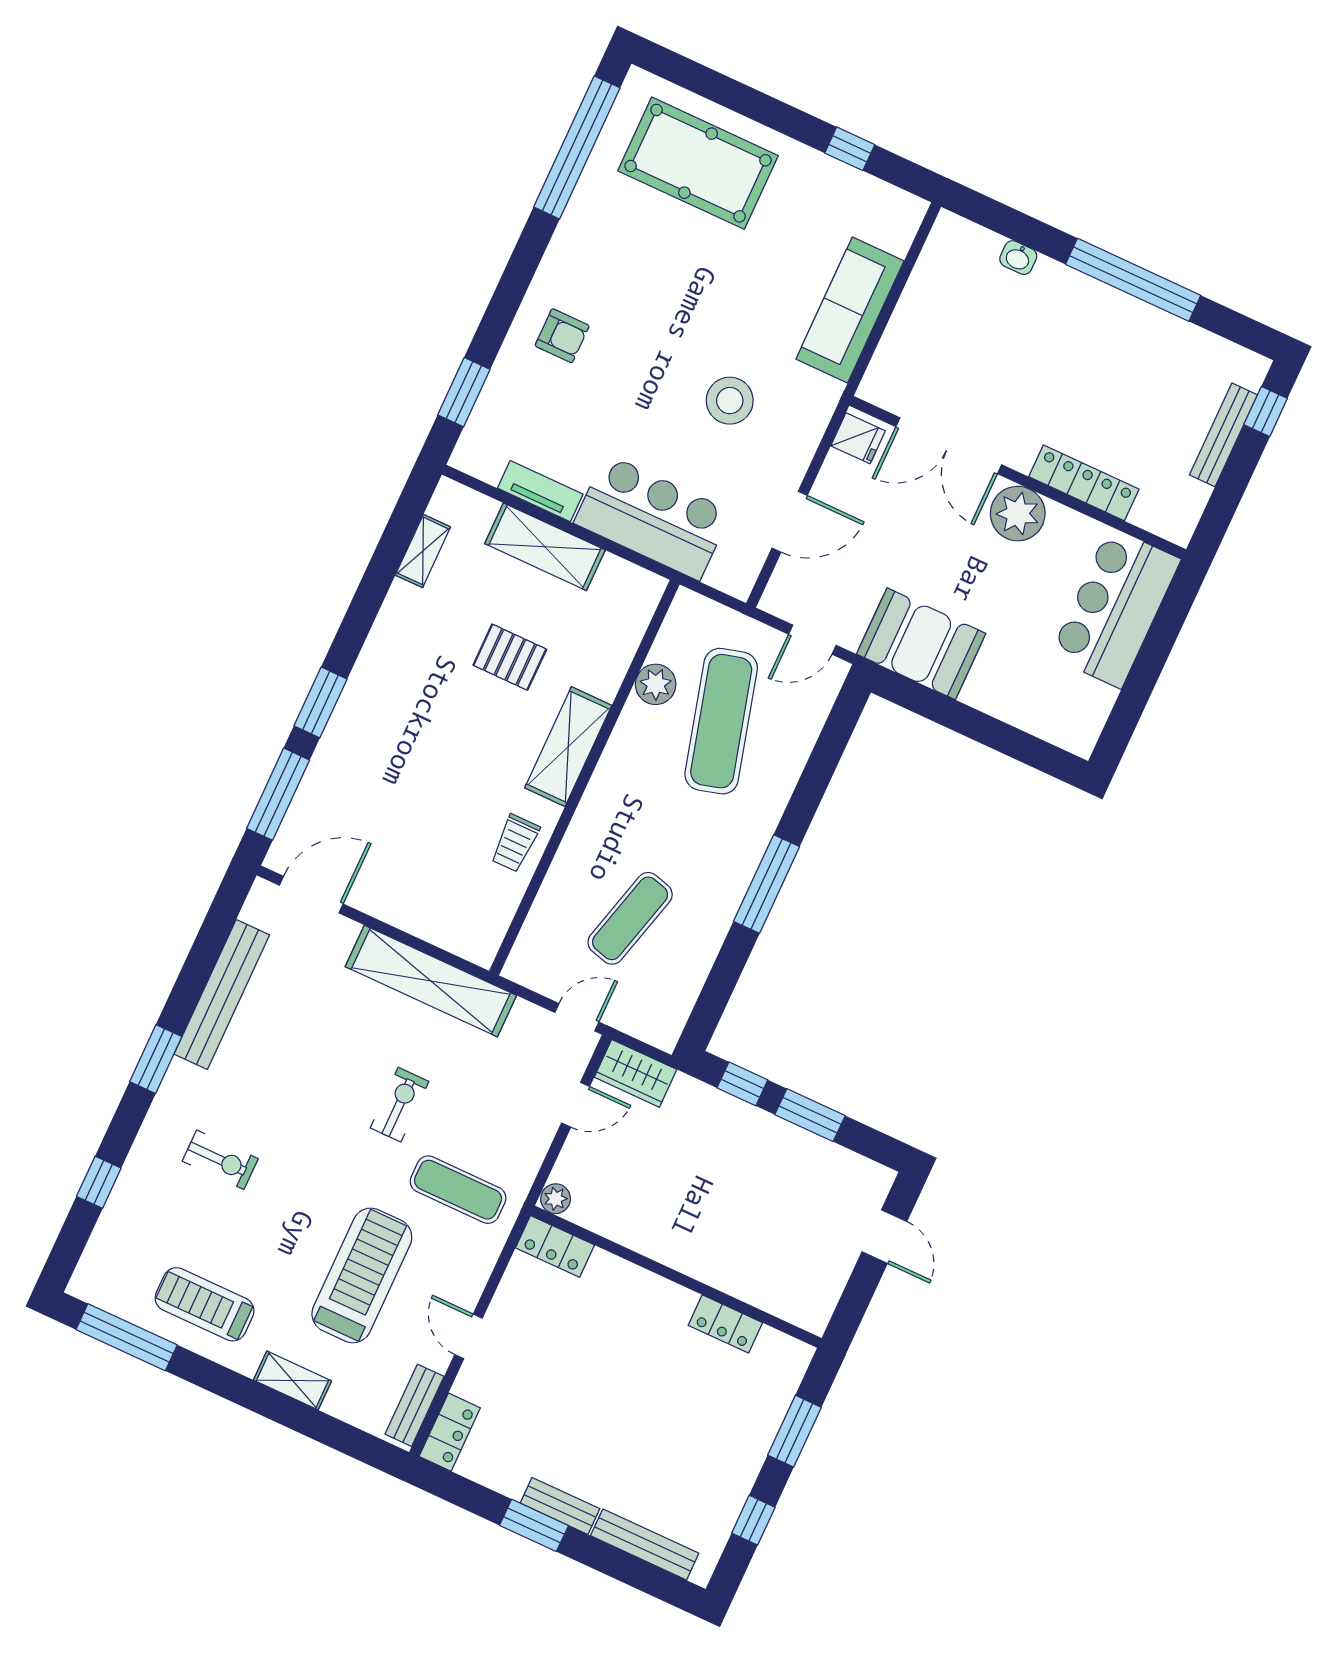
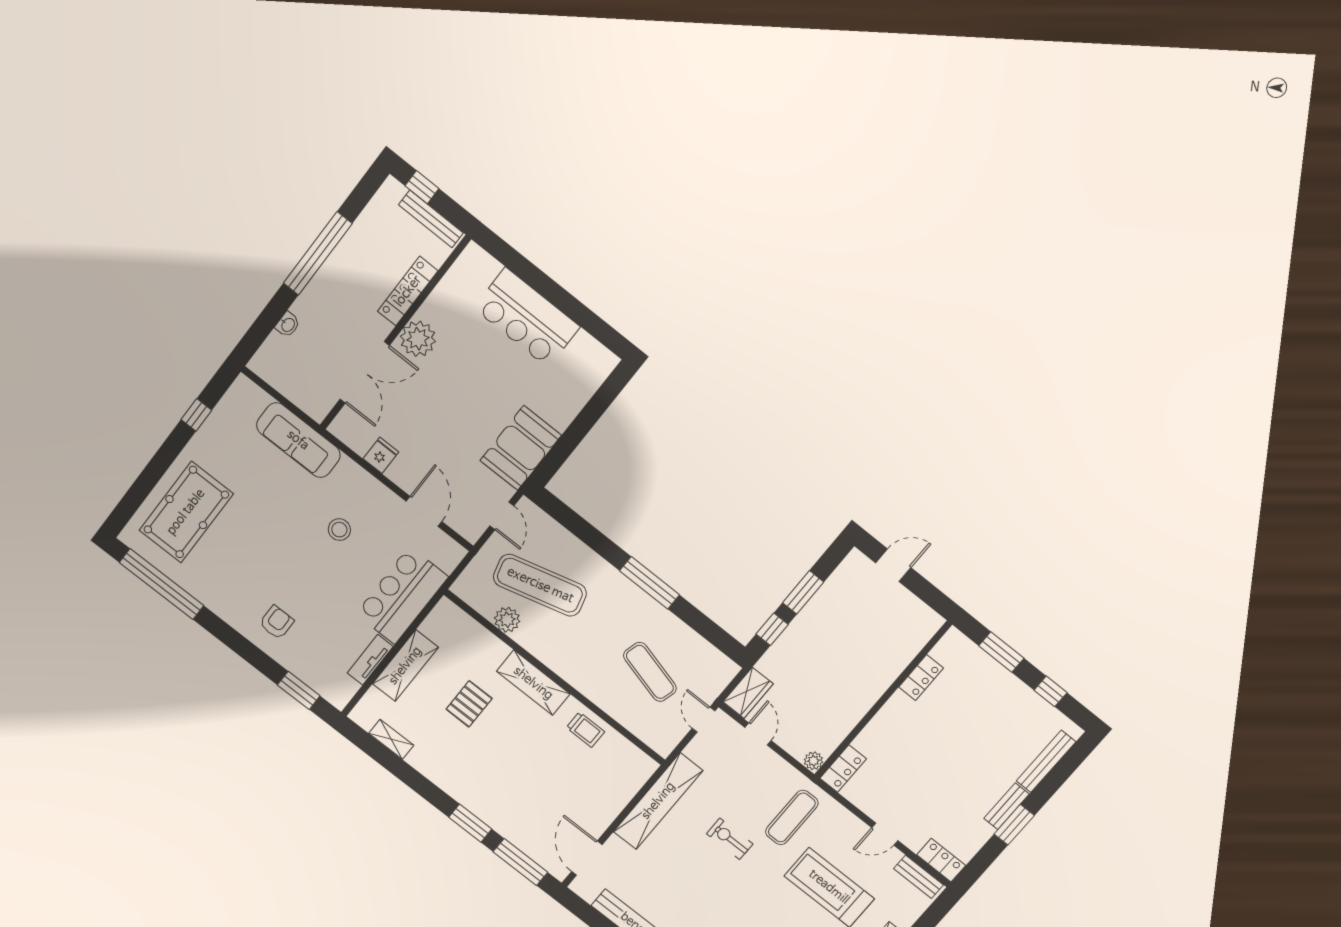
stool: (730, 401) -> (339, 530), width x0.73, depth x0.73
double door: (949, 446) -> (365, 372), moved
wall: (1018, 478) -> (395, 333), moved
locker: (1084, 483) -> (408, 291), moved
plant: (1018, 514) -> (418, 339), moved

